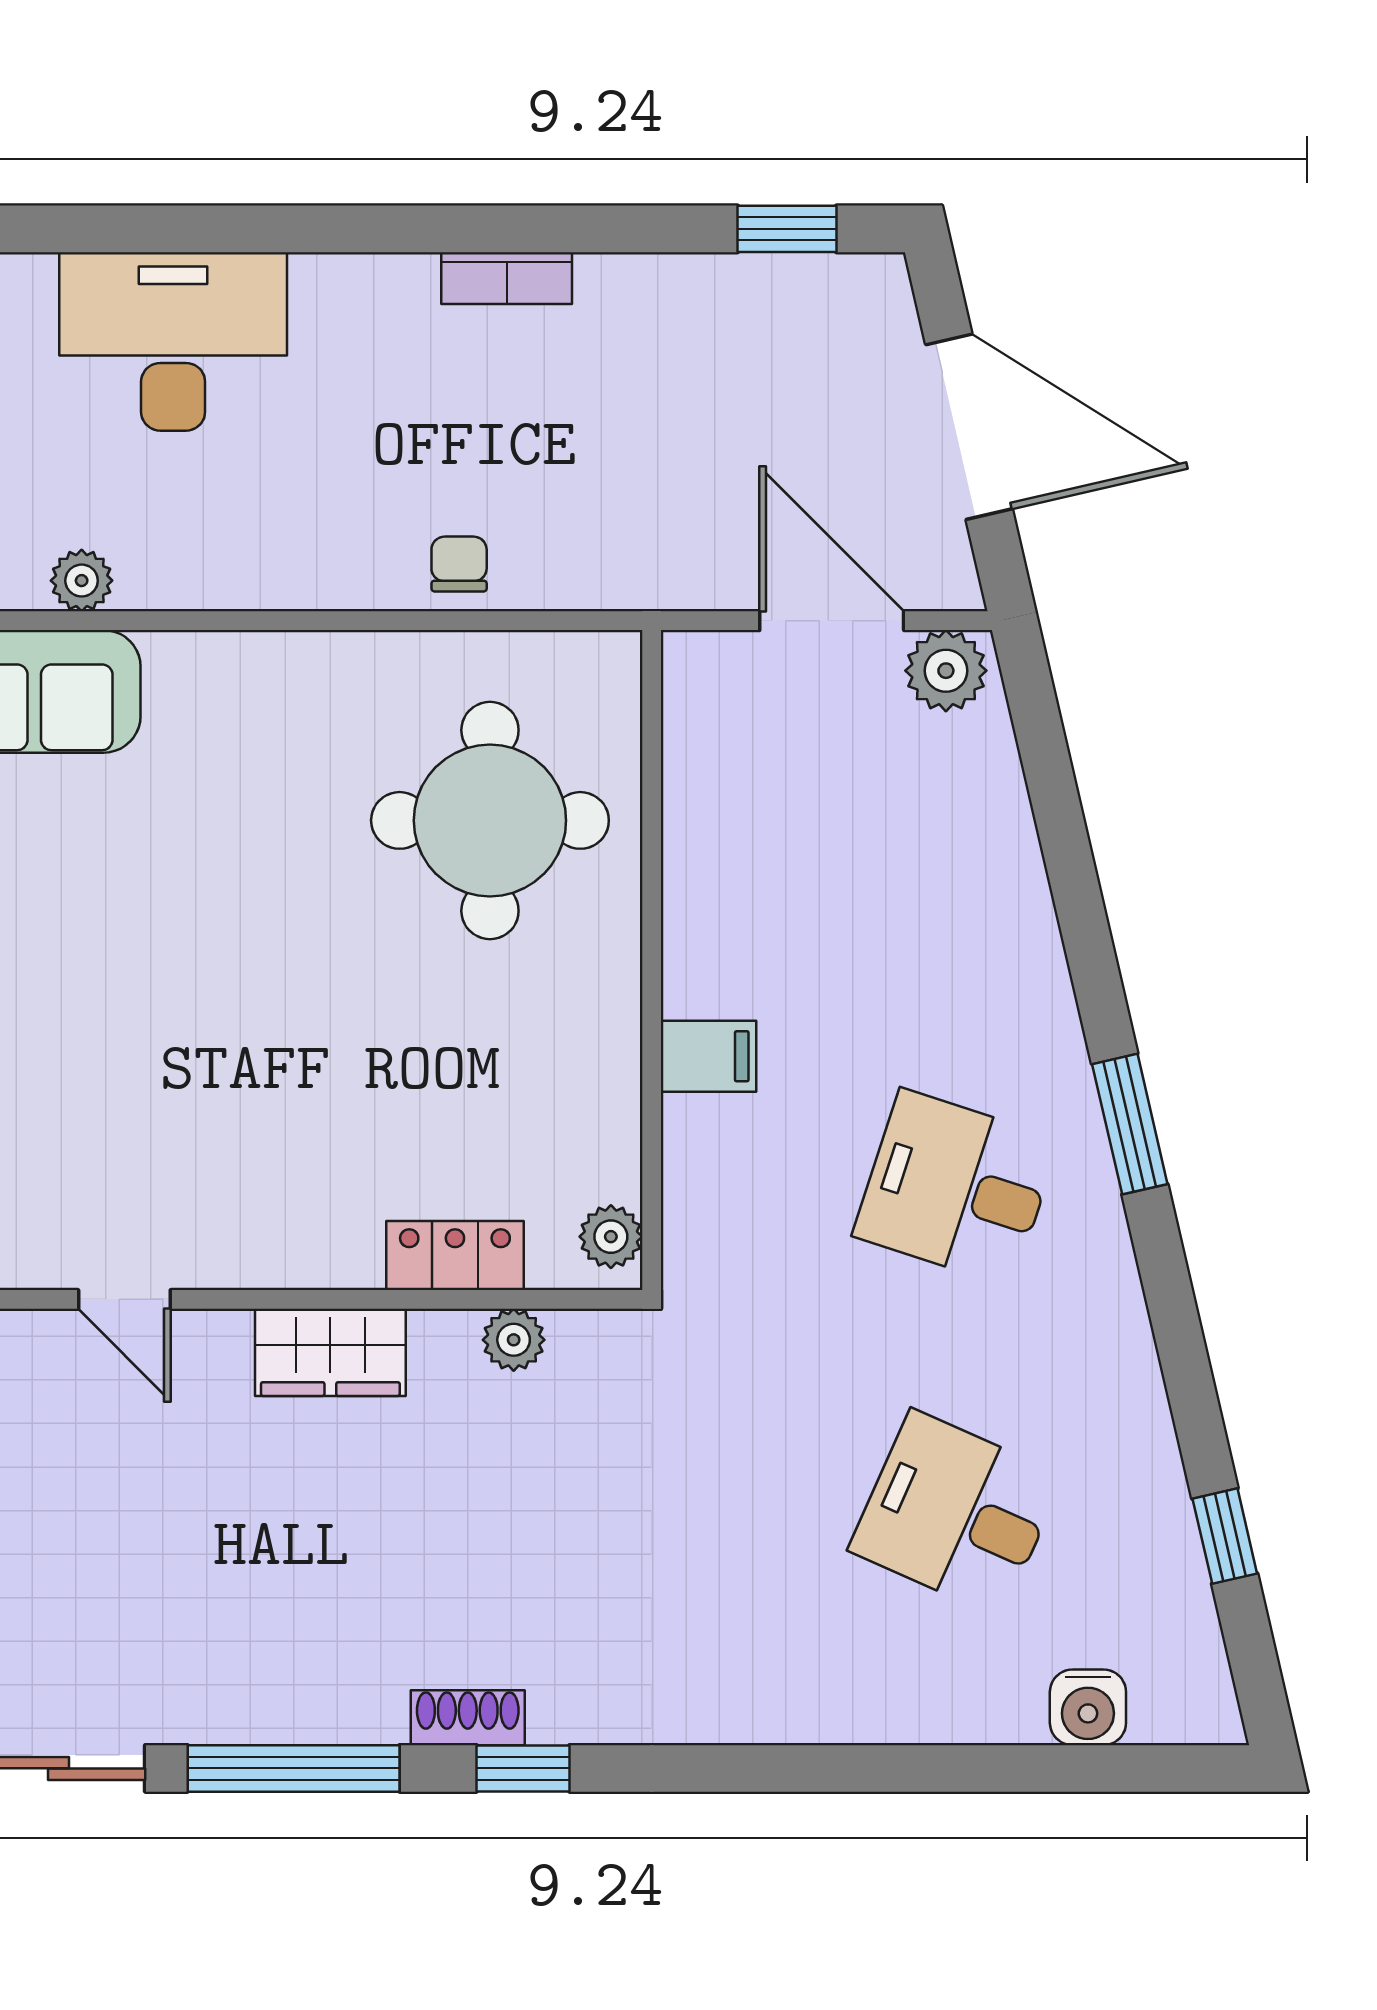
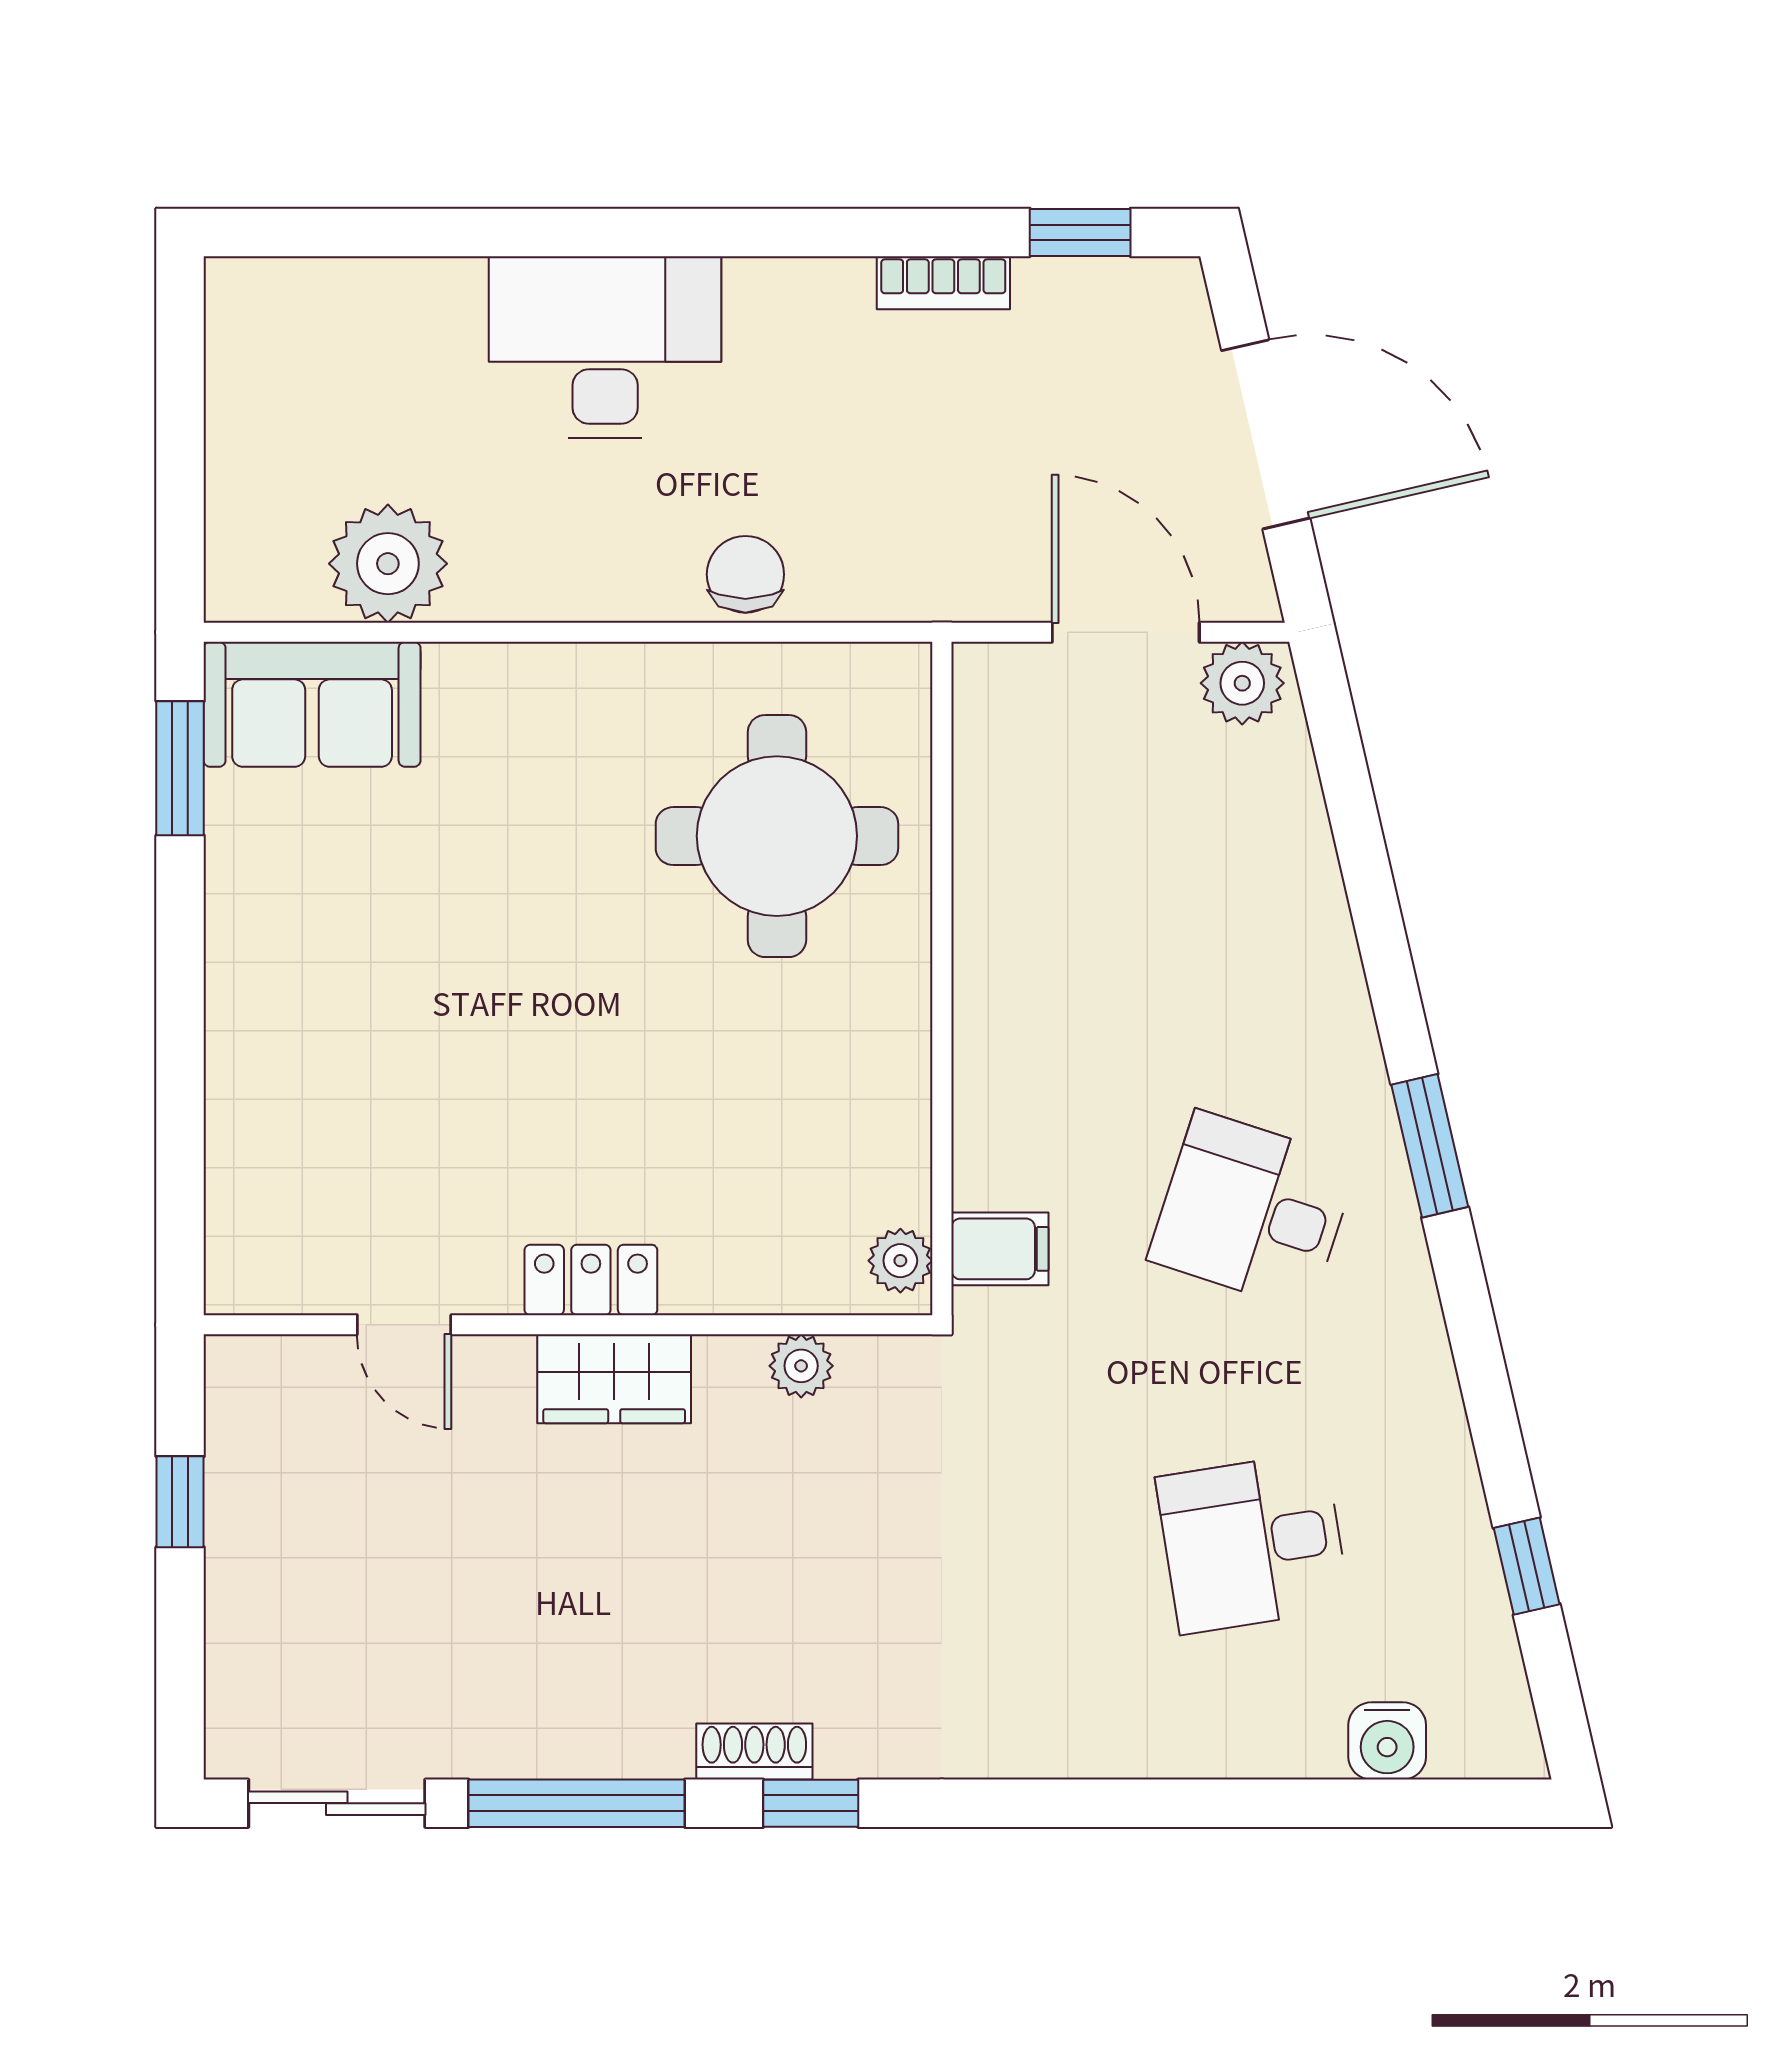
bookcase: (507, 278) -> (943, 283), moved
desk: (173, 341) -> (605, 347), moved
chair: (459, 564) -> (745, 574), width x1.37, depth x1.37
plant: (82, 581) -> (388, 564), width x1.87, depth x1.87
filing cabinet: (708, 1056) -> (1000, 1249), moved
locker: (455, 1256) -> (591, 1280), moved
desk: (956, 1513) -> (1253, 1543), turned -33

